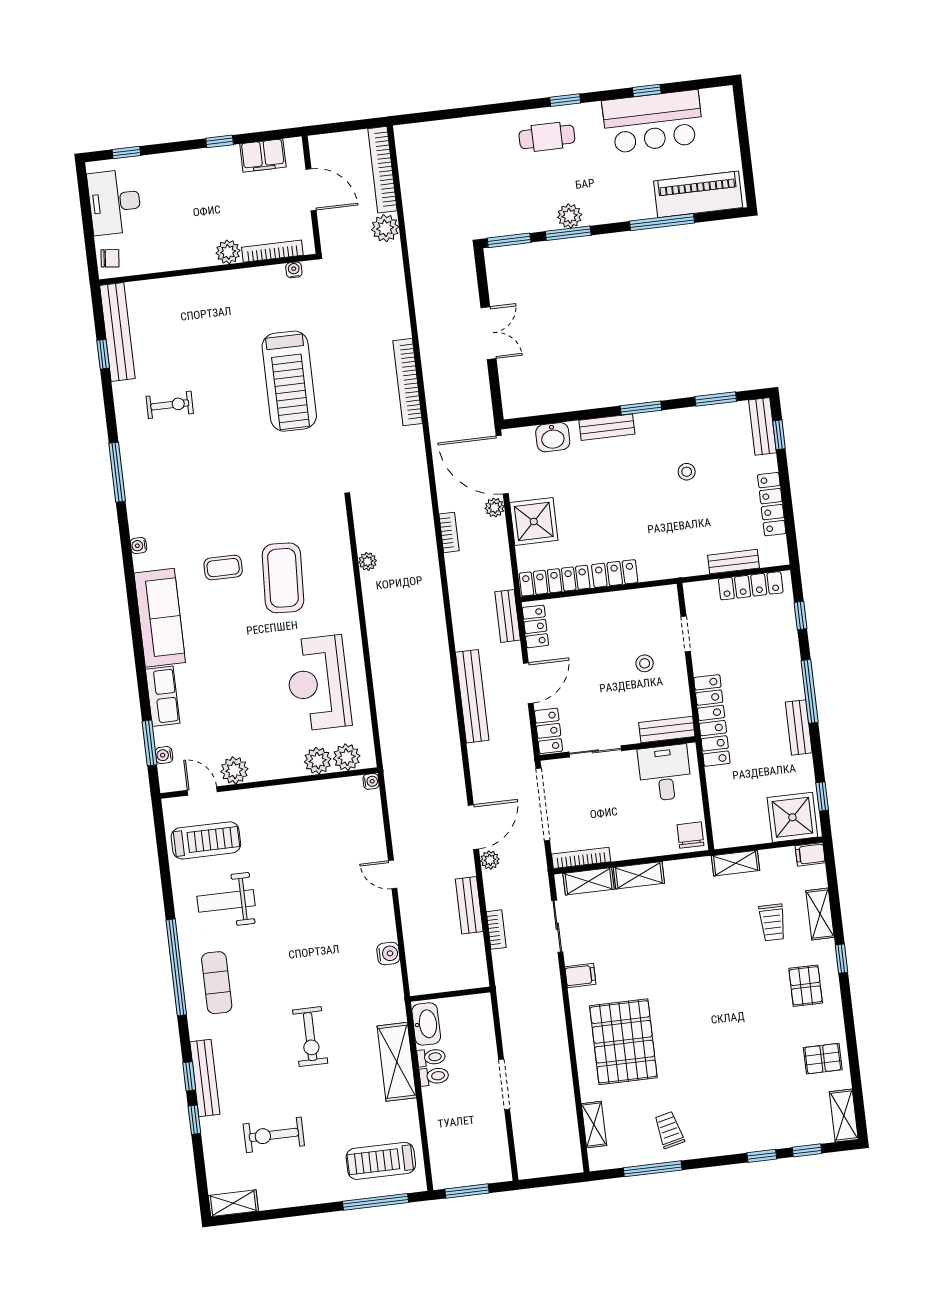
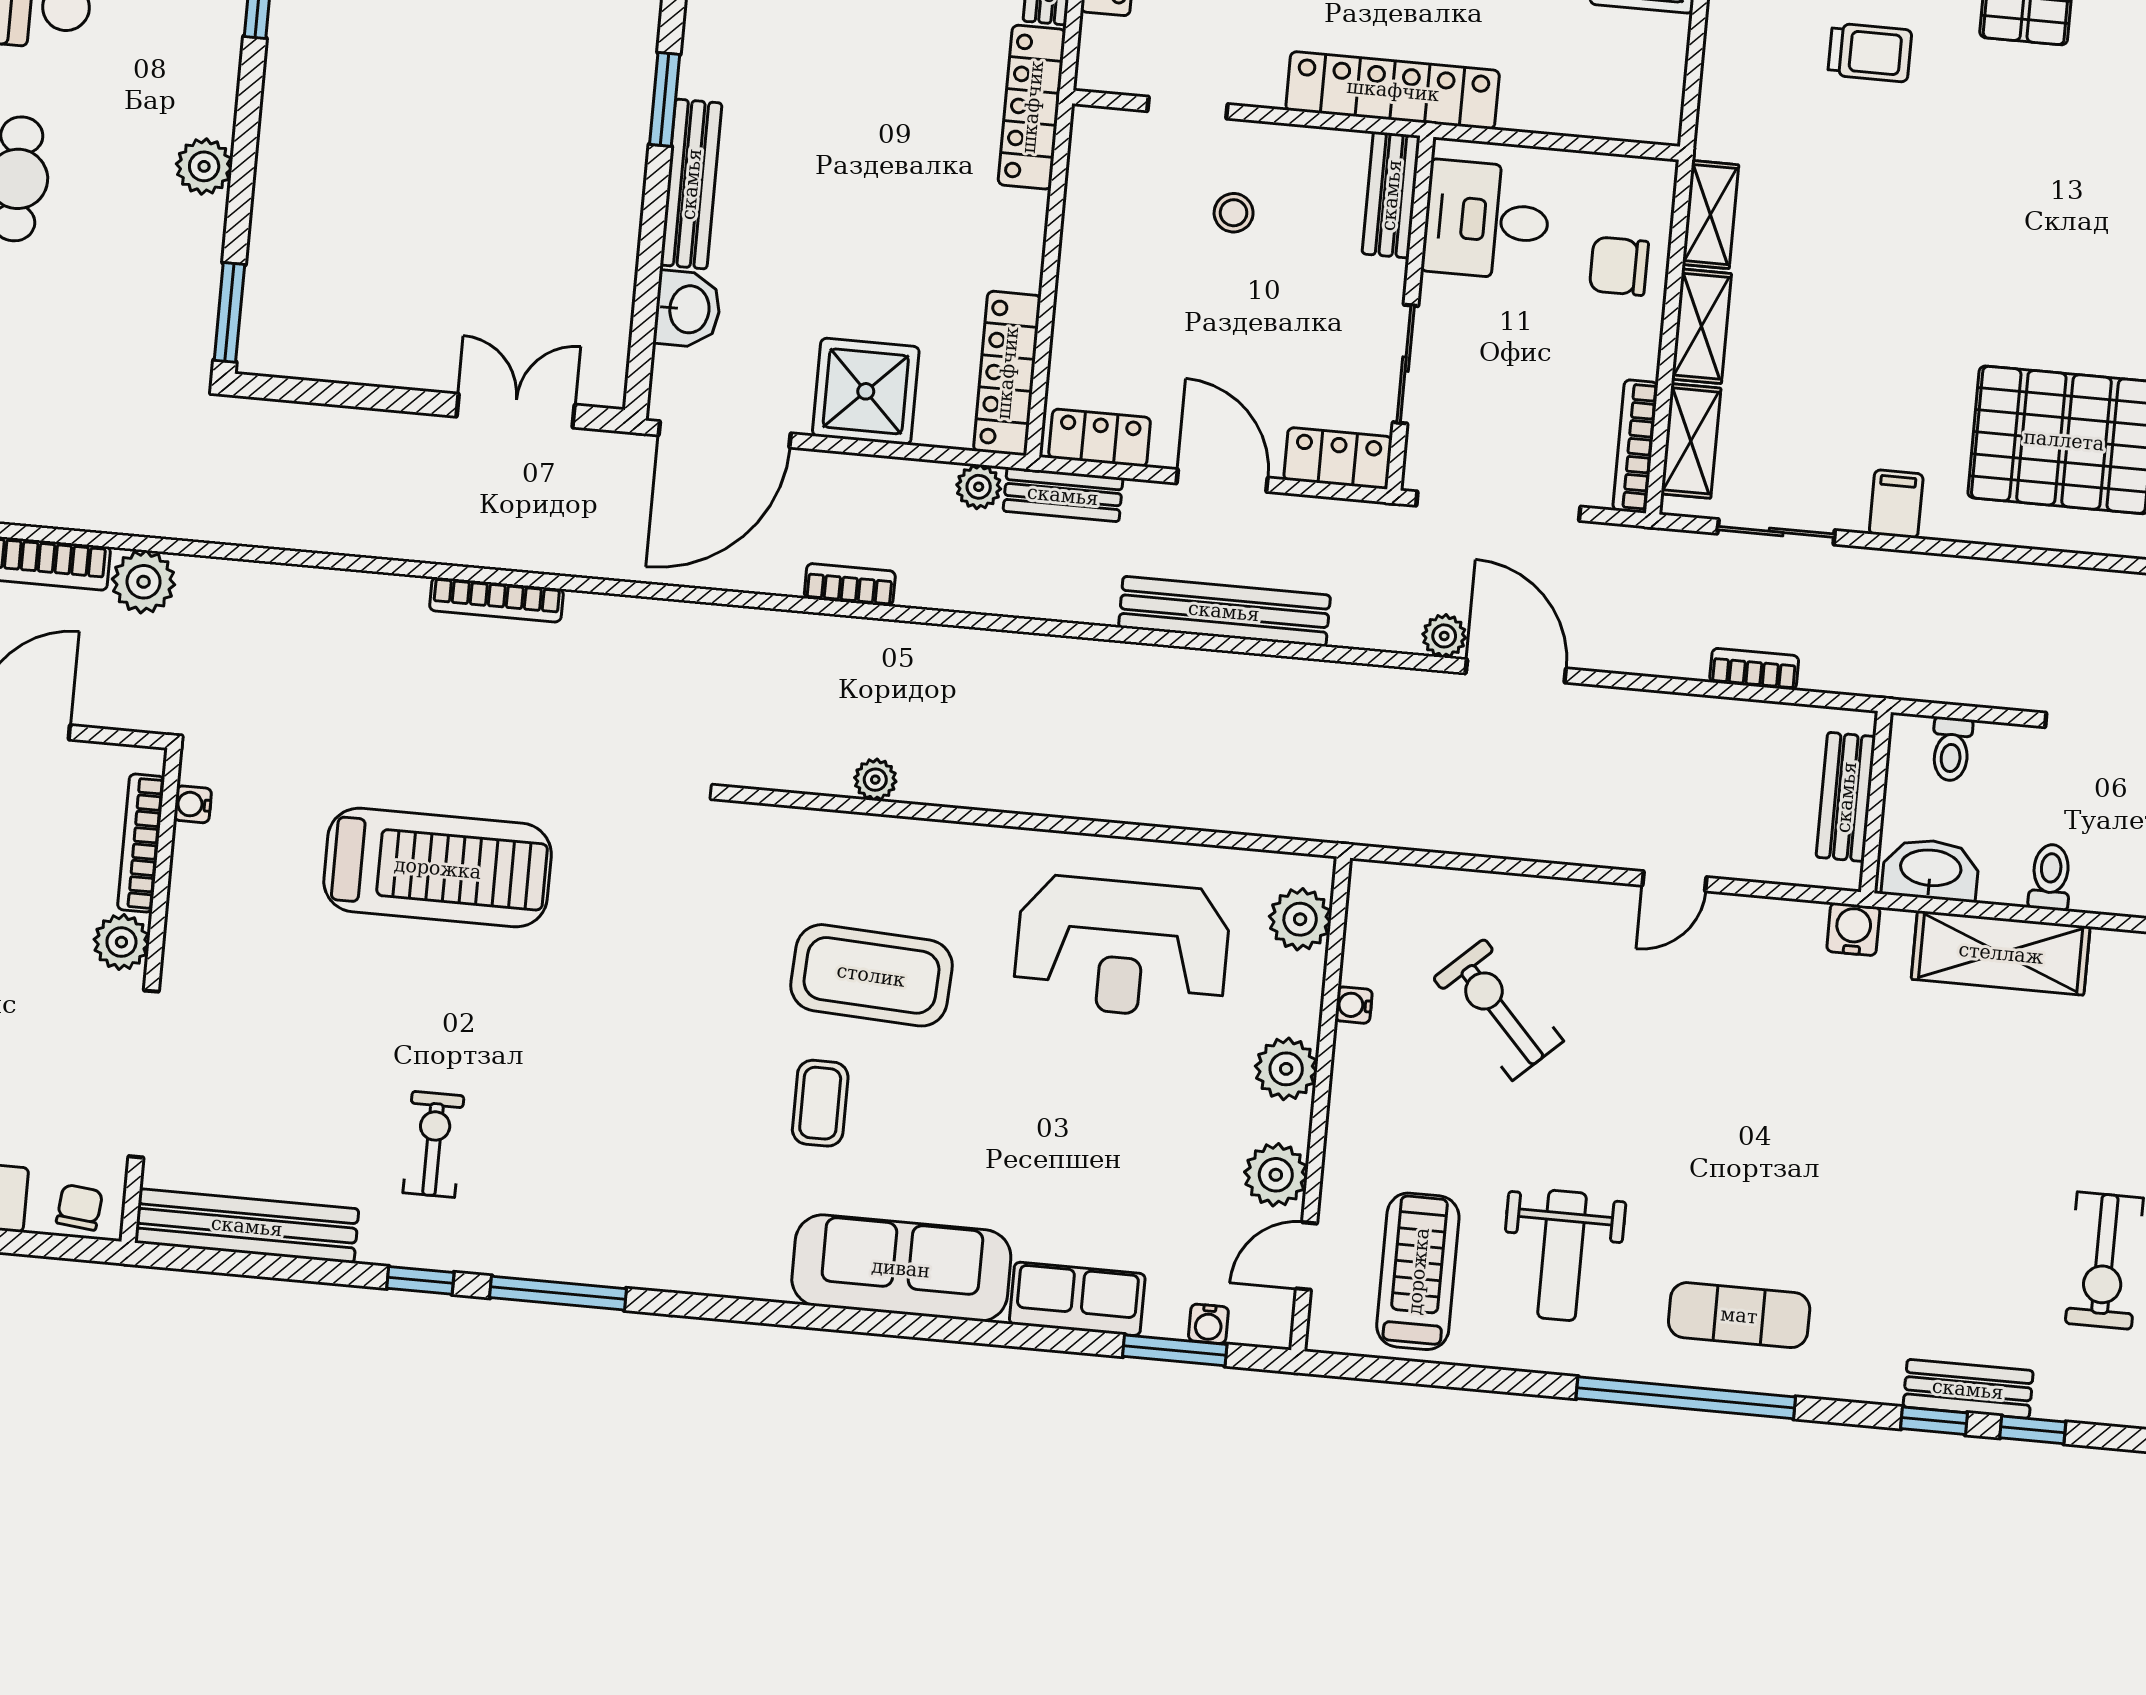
window: (568, 233) -> (242, 178), removed
doorway: (173, 274) -> (144, 1074), added
double door: (488, 333) -> (516, 411), moved
window: (103, 354) -> (420, 1280), moved
bookcase: (408, 382) -> (496, 600), width x0.68, depth x0.76
bench: (607, 427) -> (691, 184), width x1.36
stool: (687, 472) -> (828, 28), removed
plant: (495, 507) -> (979, 487), moved
water cooler: (139, 546) -> (731, 1281), removed
locker: (615, 574) -> (1032, 107), moved, width x1.53
plant: (318, 761) -> (1286, 1069), moved
water cooler: (371, 781) -> (1354, 1005), moved, turned -90
chair: (690, 835) -> (1619, 266), moved
plant: (490, 860) -> (1444, 636), moved
shelving: (736, 863) -> (1711, 215), moved
door: (393, 874) -> (1674, 881), moved
bench: (469, 905) -> (1846, 797), moved, turned 90
water cooler: (388, 954) -> (1853, 929), moved
exercise bike: (310, 1037) -> (1498, 1010), moved, turned -133
toilet: (431, 1057) -> (1951, 749), moved, turned 180
bench: (205, 1078) -> (1968, 1389), width x0.73

